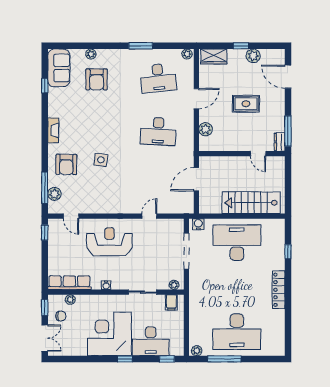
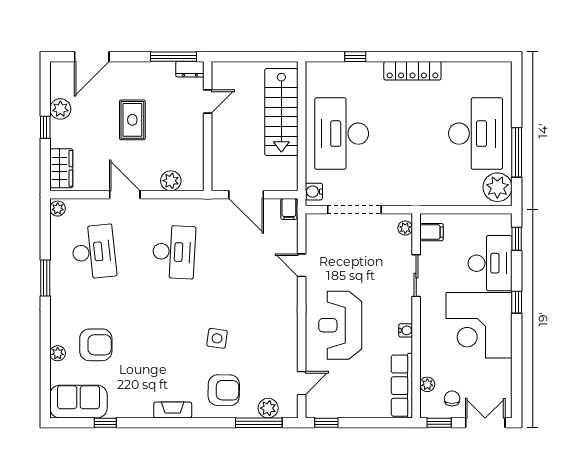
filing cabinet: (187, 208) -> (289, 209), added
plant: (197, 351) -> (497, 187), width x1.87, depth x1.87

